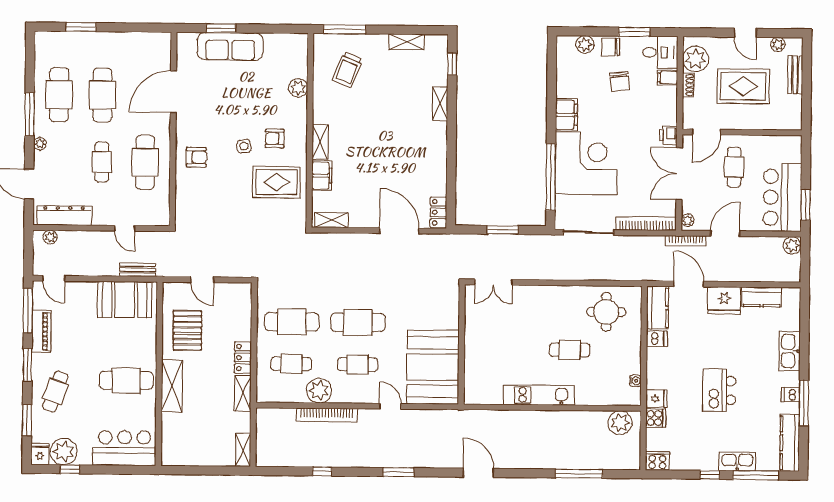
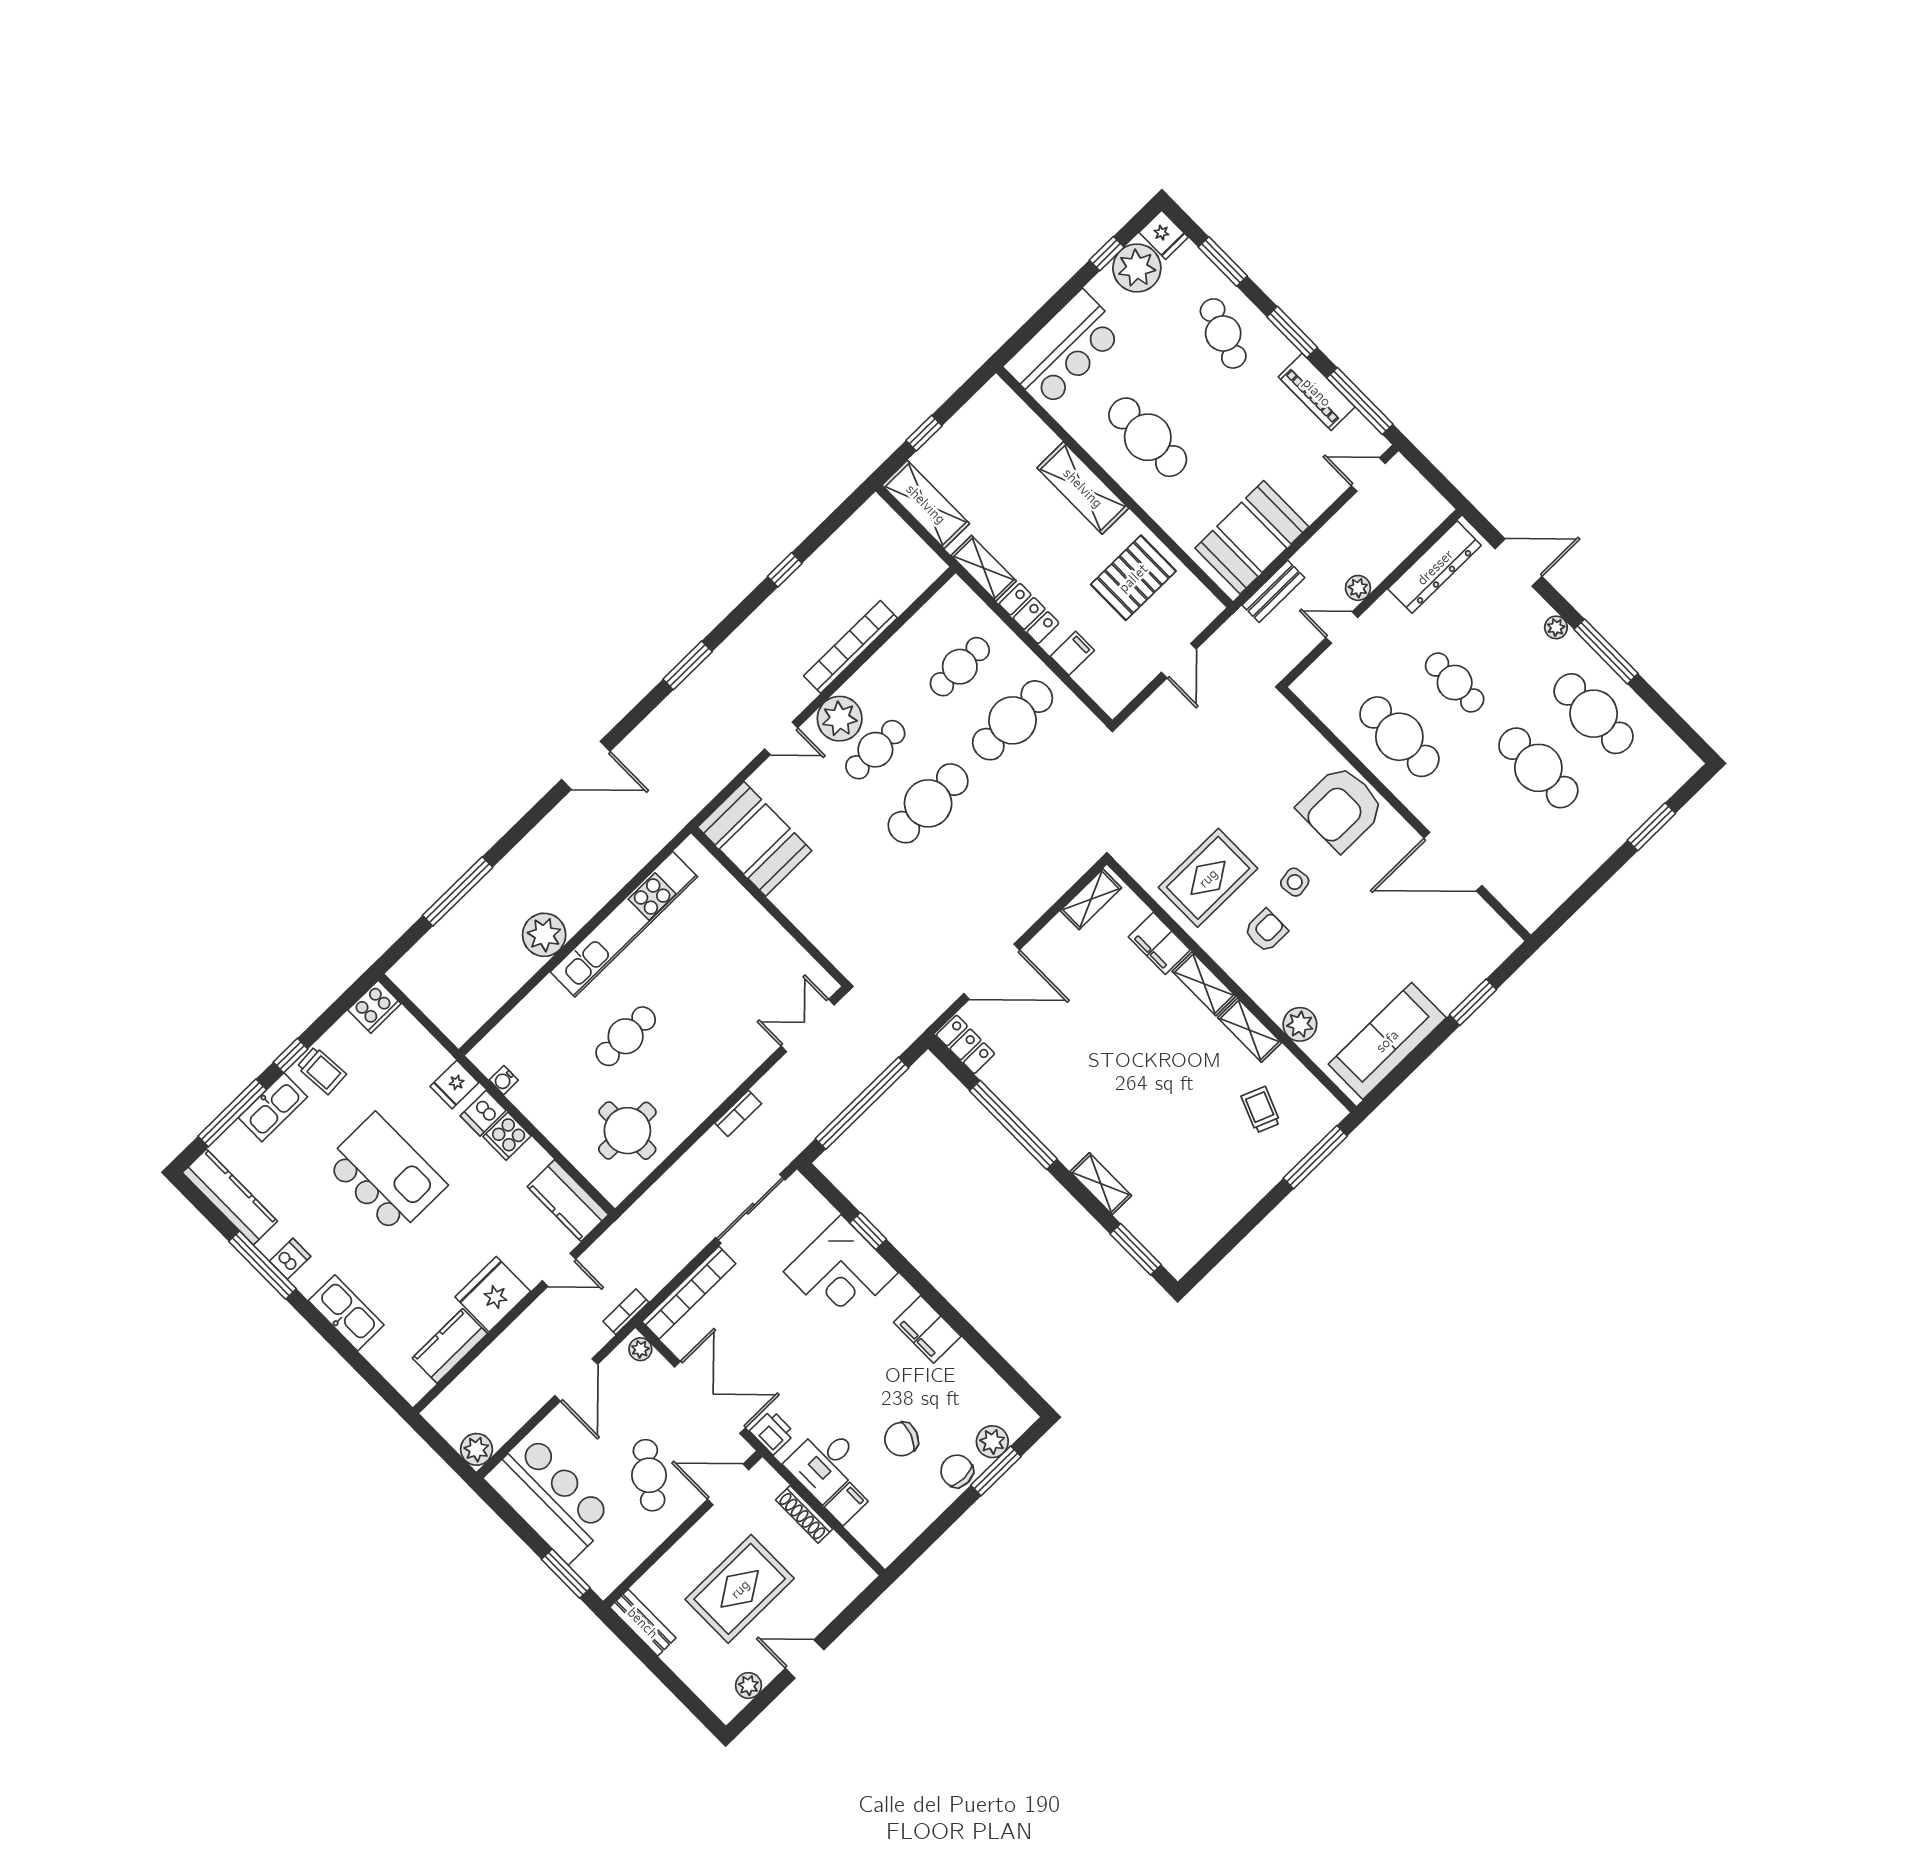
window: (634, 32) -> (996, 1471), moved
shelving: (407, 42) -> (1250, 1030), moved, turned 90
sofa: (230, 46) -> (1387, 1041), moved
chair: (611, 47) -> (957, 1471), turned -90
desk: (660, 52) -> (824, 1463), moved
plant: (696, 59) -> (834, 1563), removed
window: (452, 64) -> (1136, 1249), width x1.50
trolley: (347, 70) -> (1261, 1110), width x0.73, depth x0.72
bench: (795, 75) -> (643, 1623), moved
chair: (620, 81) -> (901, 1439), turned -63
shoe rack: (688, 85) -> (804, 1514), width x1.43
door: (173, 92) -> (1453, 862), swing flipped
door: (706, 132) -> (728, 1484), hinge flipped
armchair: (196, 157) -> (1341, 808), width x1.88, depth x1.88
window: (451, 161) -> (1013, 1125), added
corner desk: (586, 163) -> (841, 1272), width x0.74, depth x0.74
cafe table: (734, 167) -> (649, 1475), turned 36
window: (551, 177) -> (868, 1231), width x0.32
window: (806, 205) -> (566, 1574), moved
window: (503, 230) -> (862, 1103), width x2.11
plant: (50, 237) -> (1358, 588), moved
bookcase: (686, 241) -> (626, 1312), width x0.64
bookcase: (556, 275) -> (738, 1113), added
door: (202, 280) -> (1179, 661), swing flipped
door: (689, 284) -> (559, 1270), width x0.73
filing cabinet: (241, 325) -> (1072, 653), added
pallet: (187, 330) -> (1133, 578), turned 90
dishwasher: (657, 339) -> (483, 1113), moved
booth: (433, 367) -> (755, 839), width x0.73, depth x0.70
cafe table: (126, 380) -> (1148, 437), turned 90
kitchen island: (719, 390) -> (385, 1174), width x1.37, depth x1.28
plant: (319, 391) -> (840, 719), moved
kitchen unit: (539, 395) -> (624, 924), width x1.36
cooker: (656, 418) -> (507, 1136), moved
plant: (620, 423) -> (544, 935), moved
shelving: (243, 450) -> (926, 504), width x1.50, depth x1.33
trolley: (703, 457) -> (322, 1070), added
window: (213, 471) -> (924, 433), added

